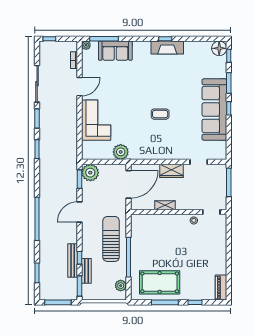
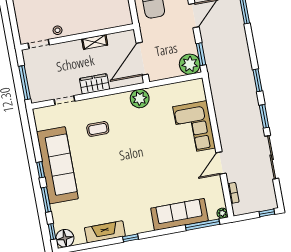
fireplace: (167, 48) -> (105, 232), moved
sofa: (115, 51) -> (179, 214), width x1.36
coffee table: (160, 114) -> (98, 129), moved
plant: (121, 152) -> (140, 99), moved

